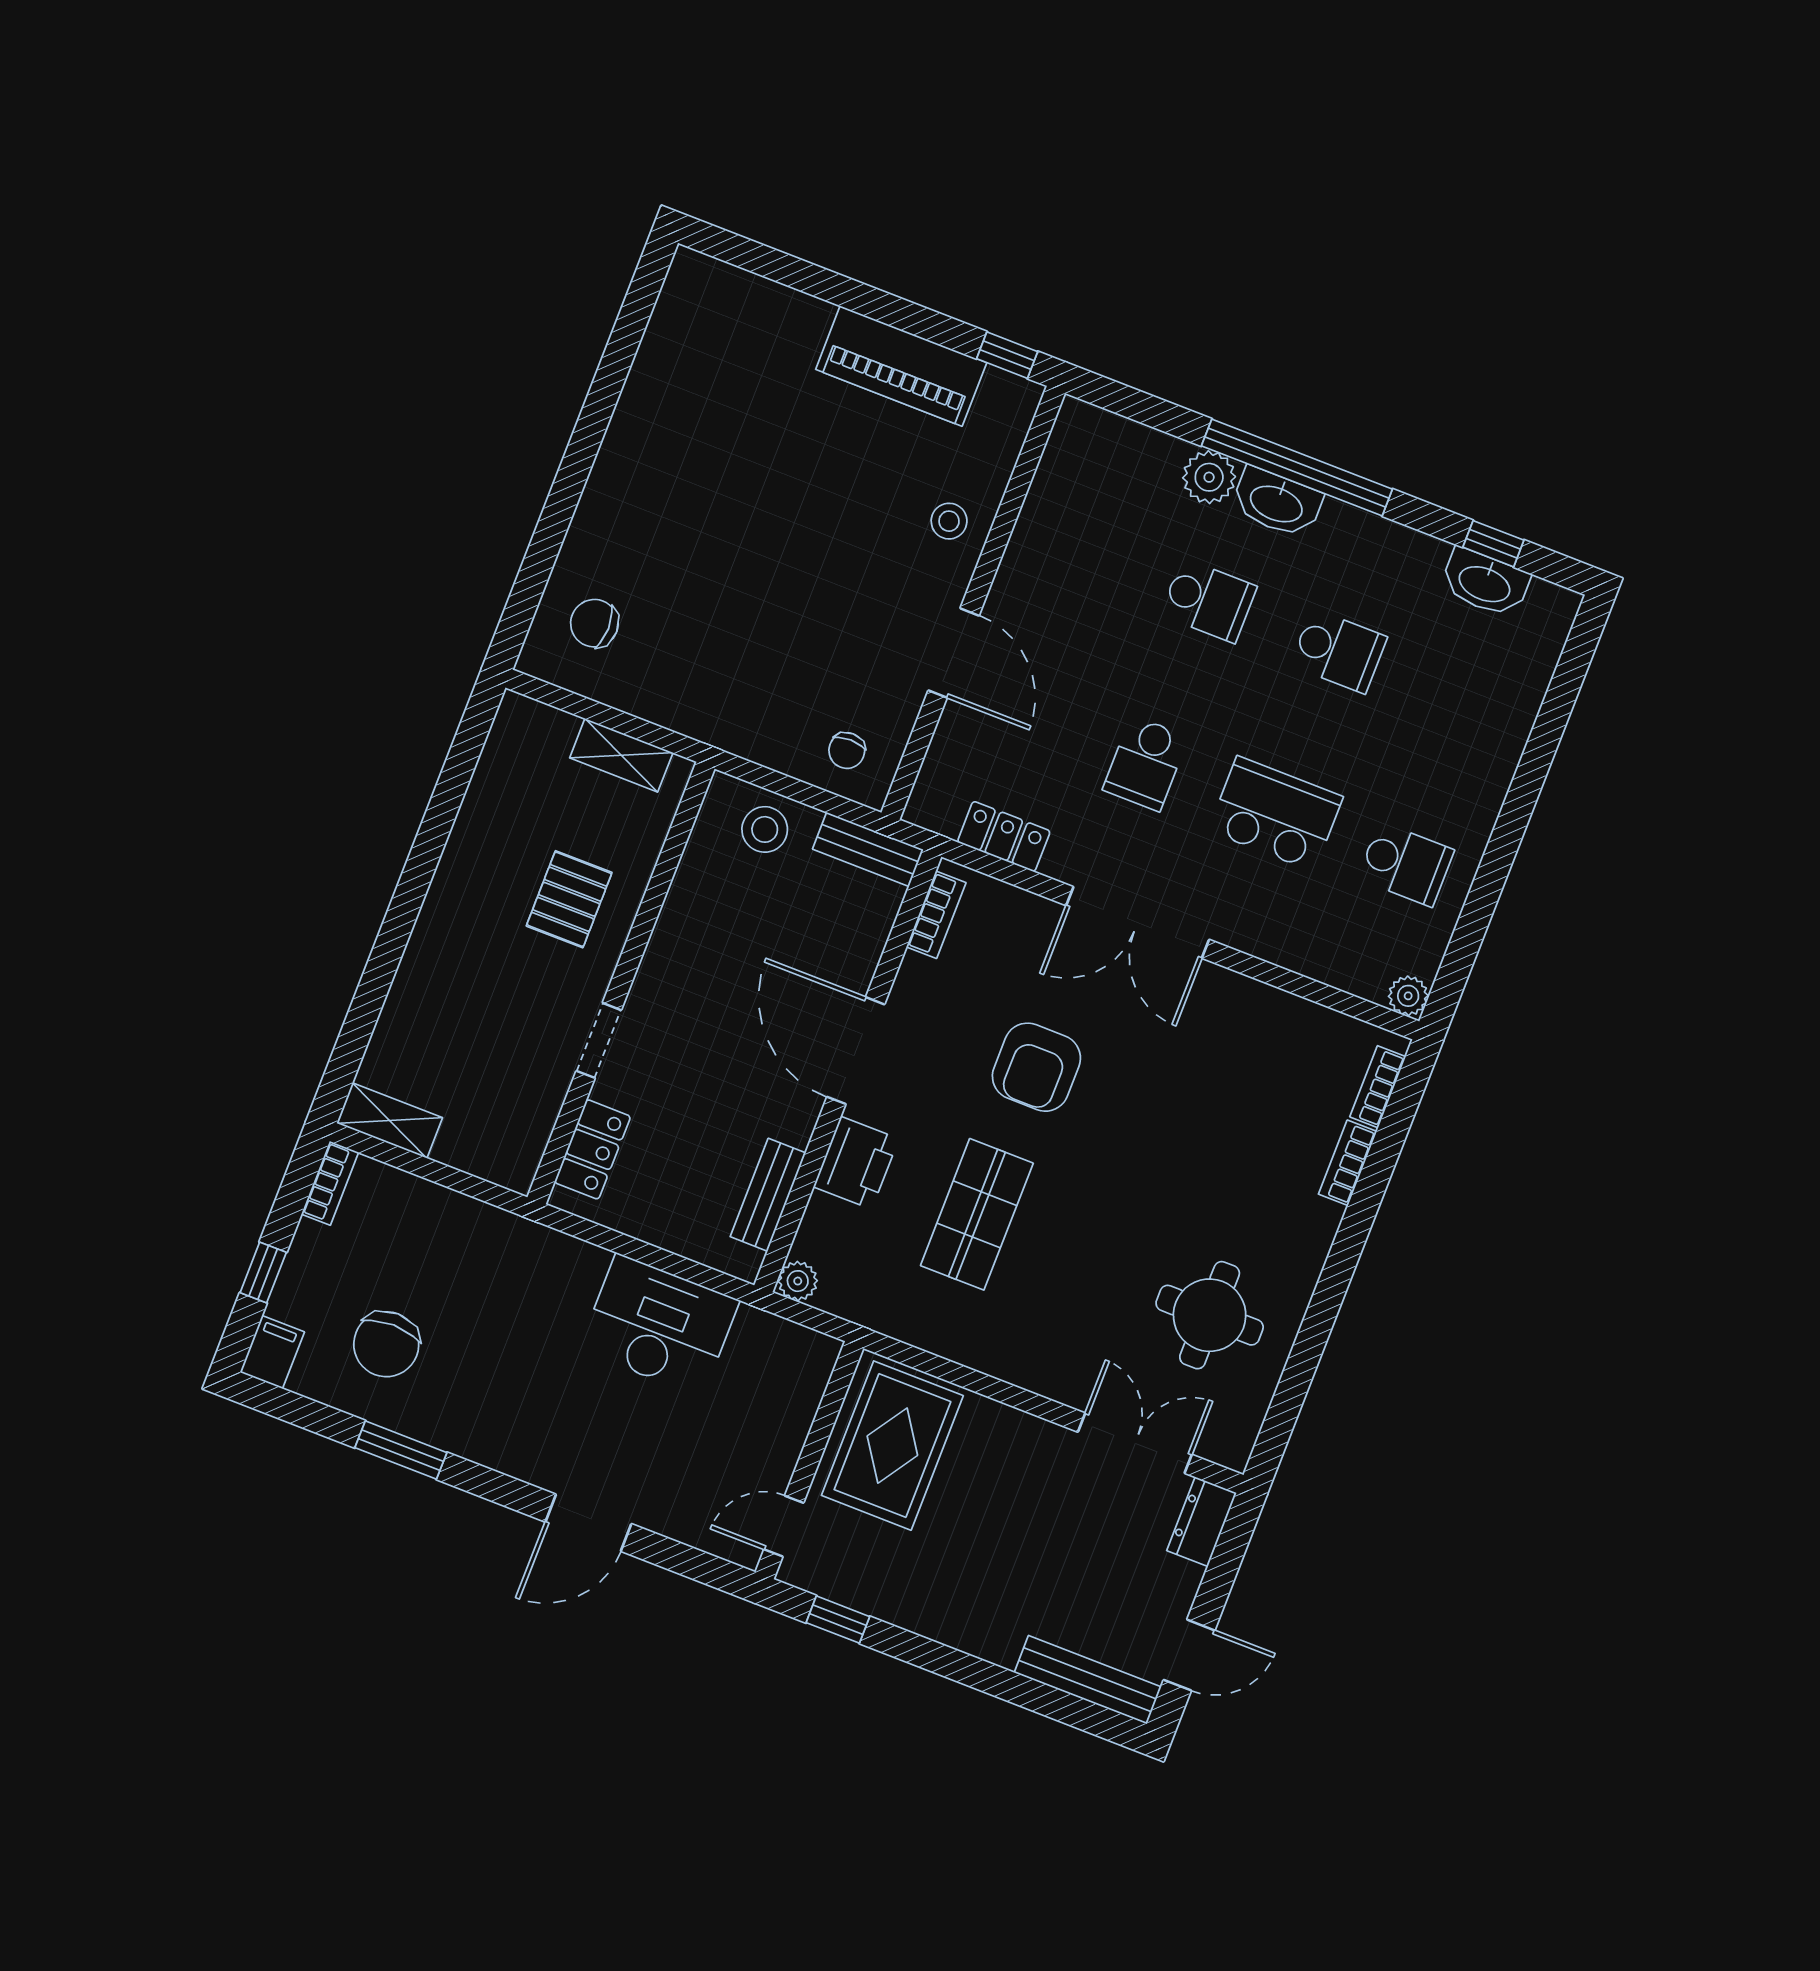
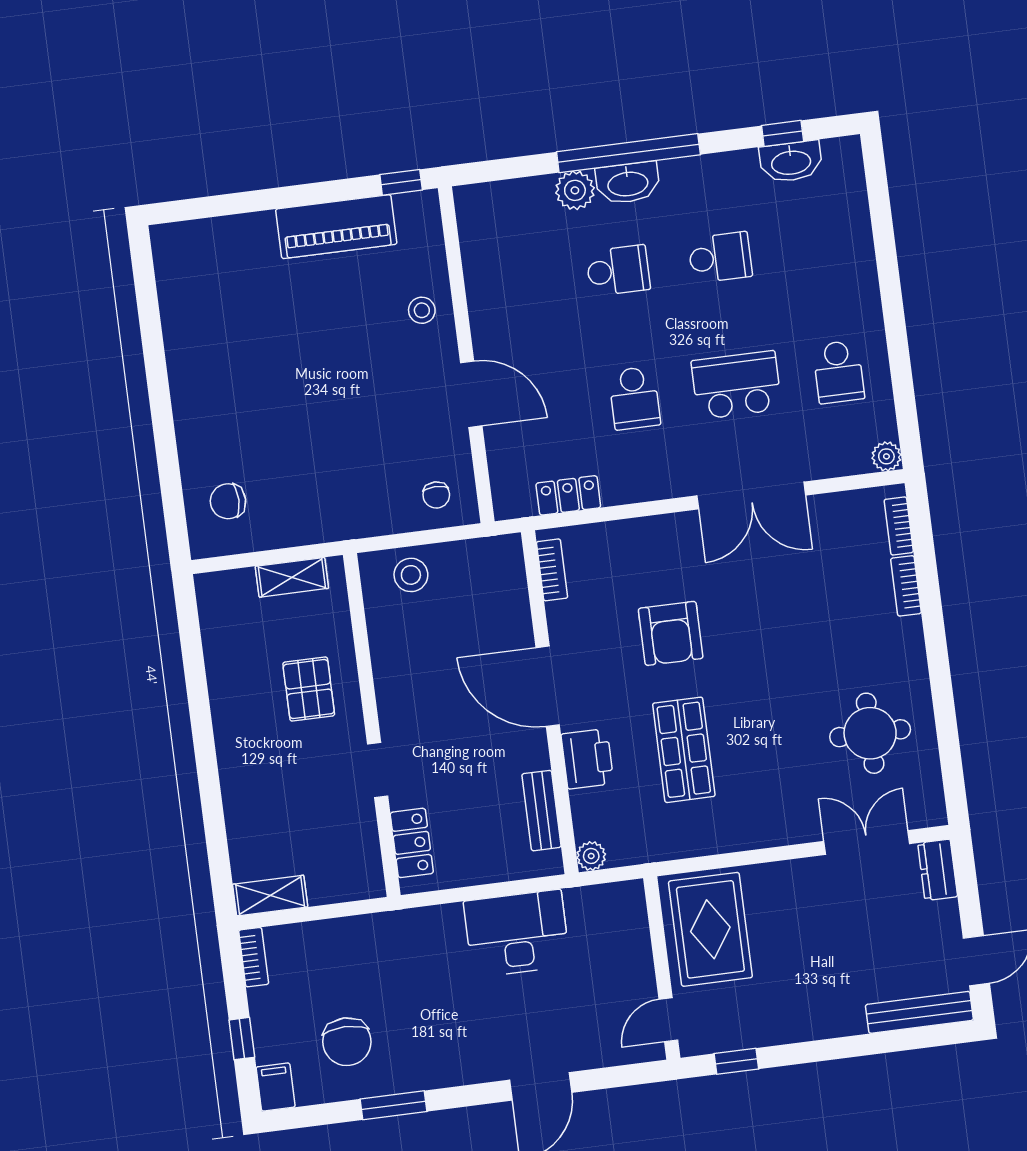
bench: (868, 849) -> (485, 552), removed
school desk: (1406, 864) -> (839, 372), turned 90
double door: (1138, 922) -> (751, 496), moved

